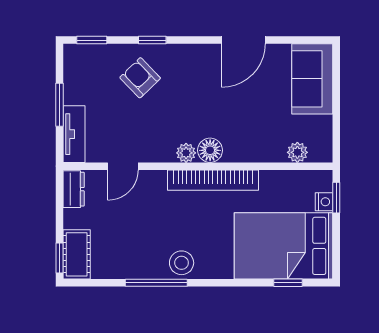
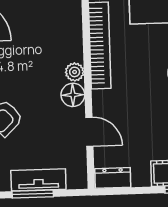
tv unit: (74, 134) -> (38, 180), moved
floor lamp: (210, 150) -> (73, 95), moved

